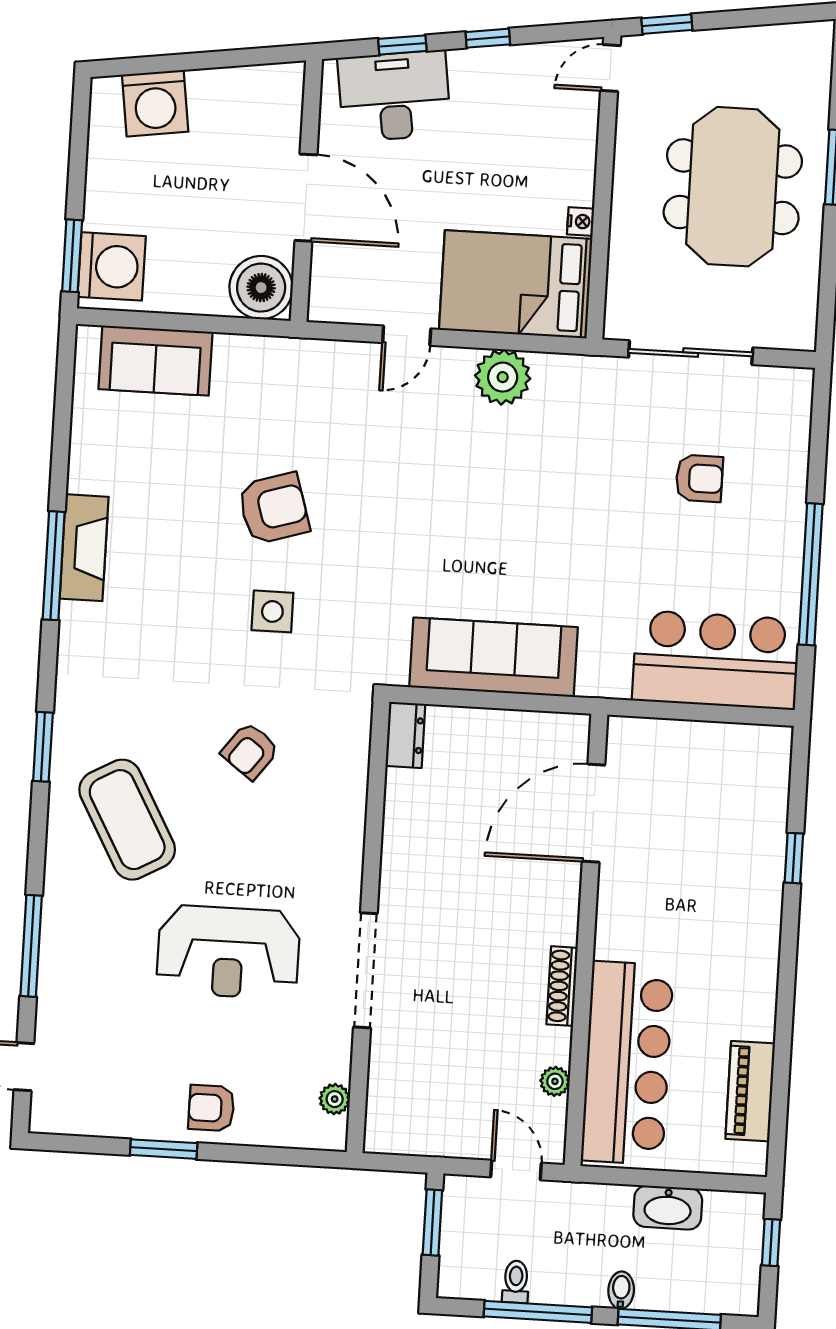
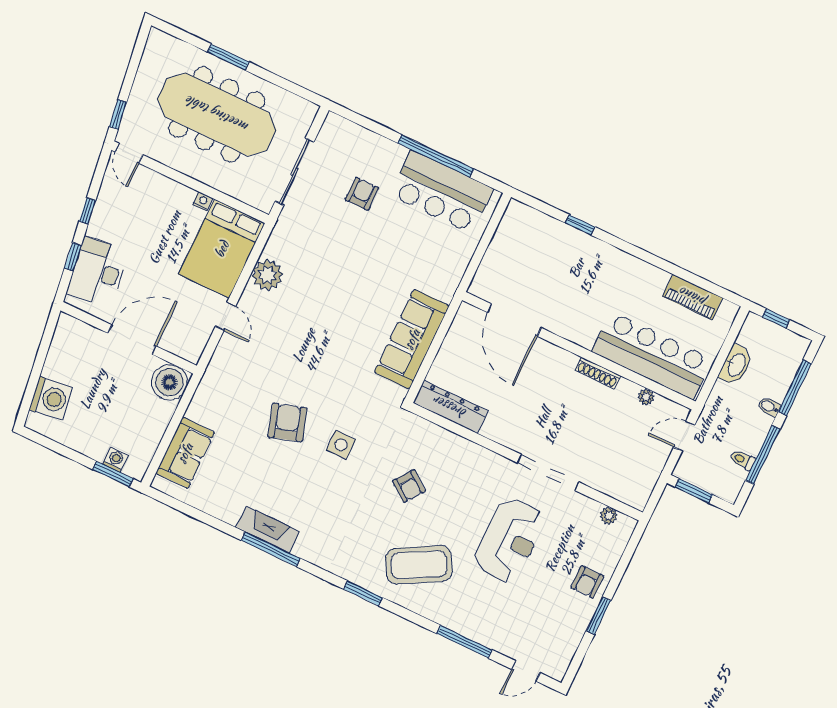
meeting table: (733, 187) -> (217, 114), width x1.36
washing machine: (112, 266) -> (115, 460), width x0.53, depth x0.53
bar counter: (716, 660) -> (442, 192), moved, turned -90
dresser: (405, 735) -> (450, 407), width x1.96, depth x1.24

